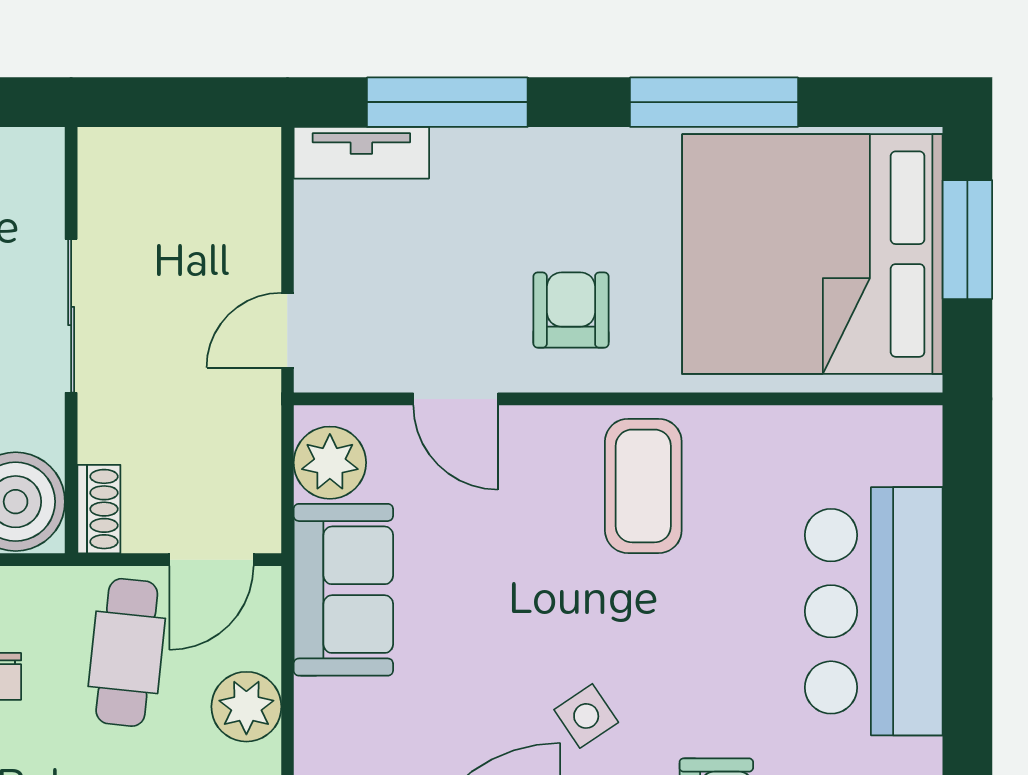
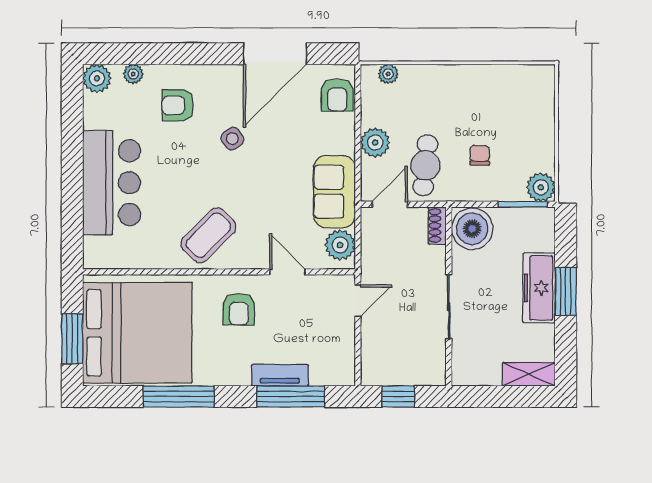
window: (191, 102) -> (398, 397), added
tv unit: (361, 153) -> (280, 375), moved
coffee table: (643, 486) -> (208, 235), turned 45

